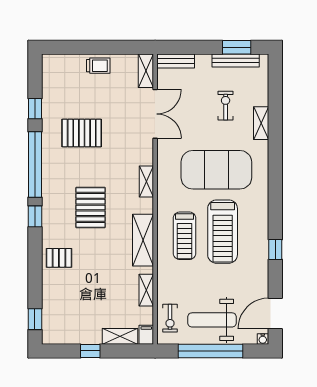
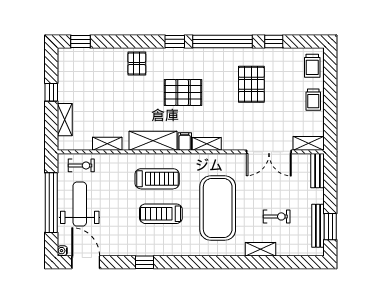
trolley: (61, 67) -> (312, 66), added
treadmill: (223, 232) -> (161, 214), width x0.73, depth x0.73
treadmill: (185, 236) -> (157, 179), turned 180
exercise bike: (170, 318) -> (81, 165), turned 180
filing cabinet: (146, 335) -> (185, 141), moved, turned -90

